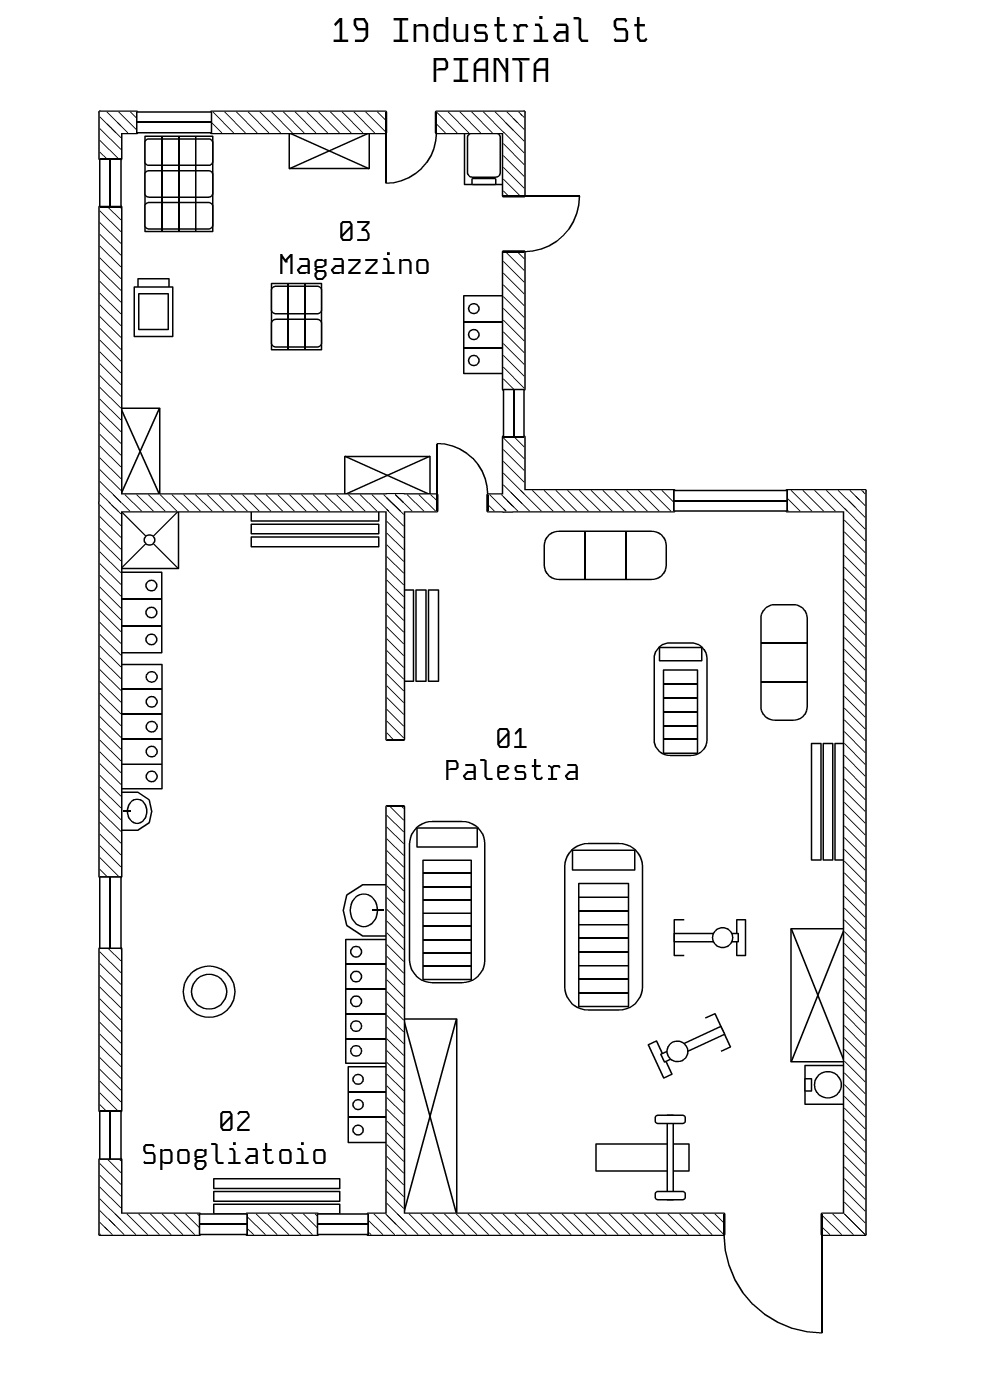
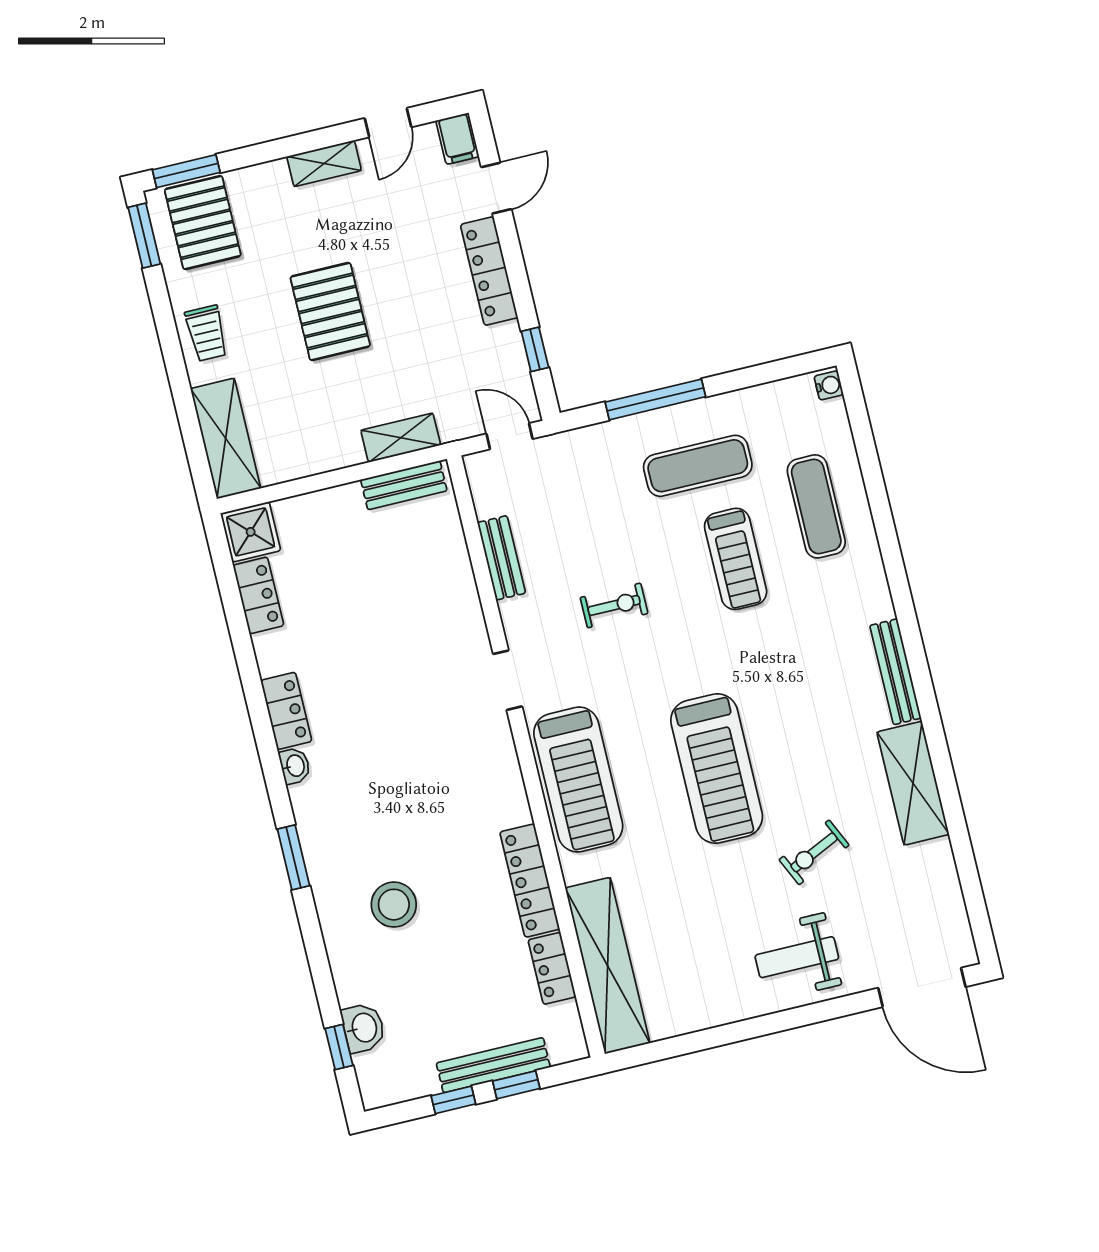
window: (110, 183) -> (144, 236), width x1.50
pallet: (297, 317) -> (330, 312), width x1.50, depth x1.42
locker: (484, 335) -> (489, 271), width x1.53
shelving: (140, 451) -> (226, 439), width x1.50, depth x1.33
shelving: (387, 475) -> (401, 438), moved
window: (731, 501) -> (655, 399), moved
bench: (315, 529) -> (404, 485), width x0.73
exercise mat: (605, 555) -> (698, 466), moved
locker: (141, 727) -> (286, 711), width x0.66
bench: (828, 802) -> (895, 672), moved
washbasin: (365, 910) -> (363, 1028), moved, turned 180
exercise bike: (710, 938) -> (614, 605), moved
water cooler: (825, 1085) -> (829, 385), moved, width x0.72, depth x0.72
window: (343, 1224) -> (516, 1085), moved

